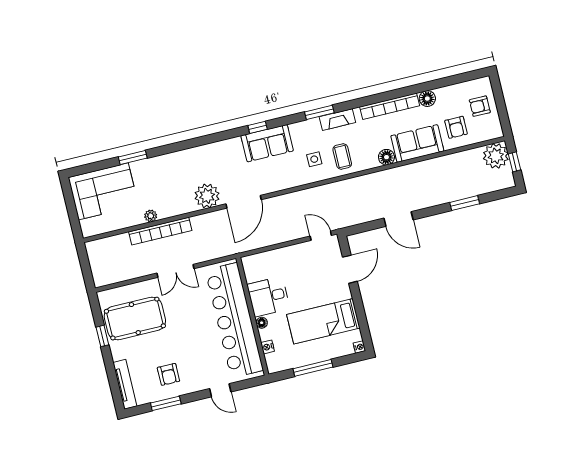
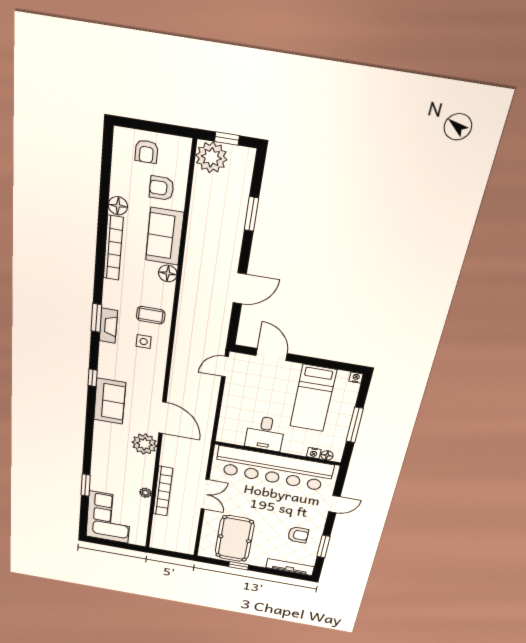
fireplace: (337, 120) -> (108, 326), moved
armchair: (456, 127) -> (162, 188), turned 180
sofa: (267, 143) -> (110, 401), moved
floor lamp: (262, 323) -> (327, 455), moved

